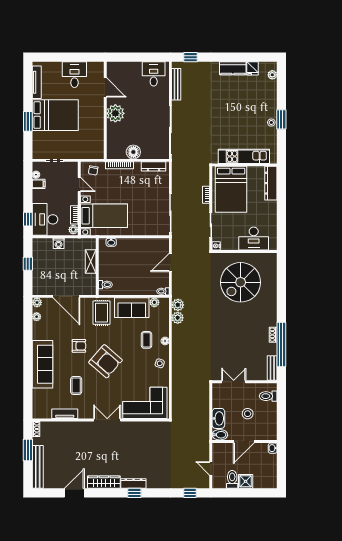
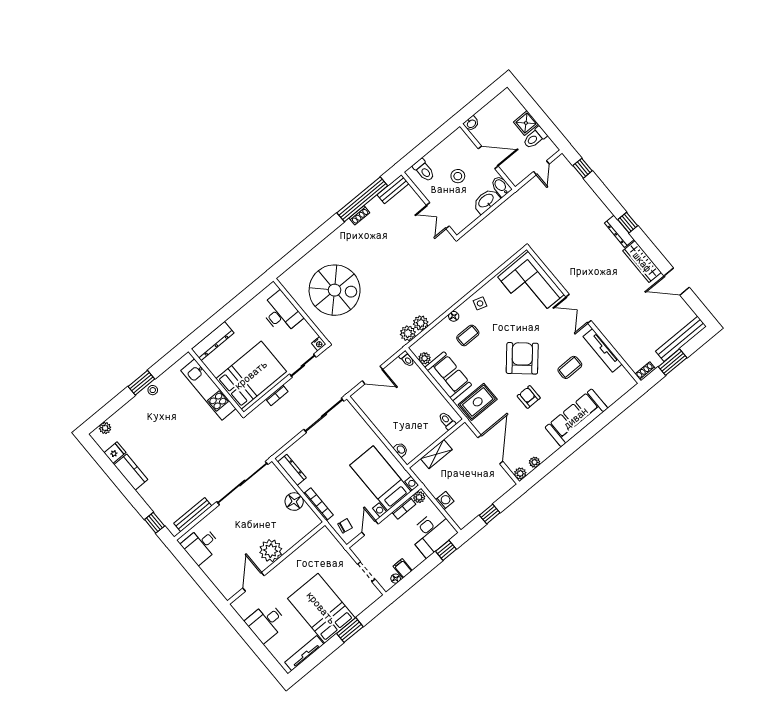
tv unit: (65, 414) -> (603, 350), width x1.41

